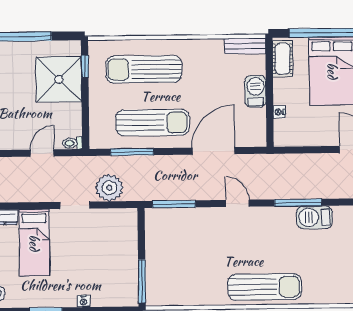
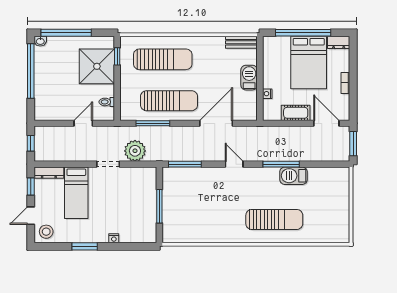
cot: (283, 59) -> (296, 113), moved, turned 90
sun lounger: (144, 69) -> (163, 59), turned 180
toilet: (72, 143) -> (107, 102), moved
window: (142, 281) -> (159, 206), moved
sun lounger: (265, 287) -> (274, 219), moved

